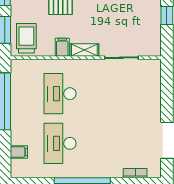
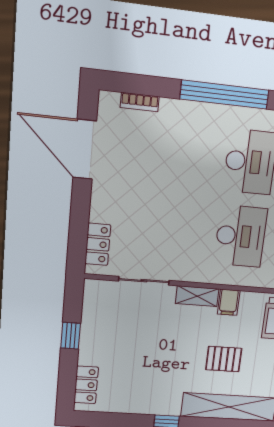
locker: (154, 80) -> (98, 244), added

